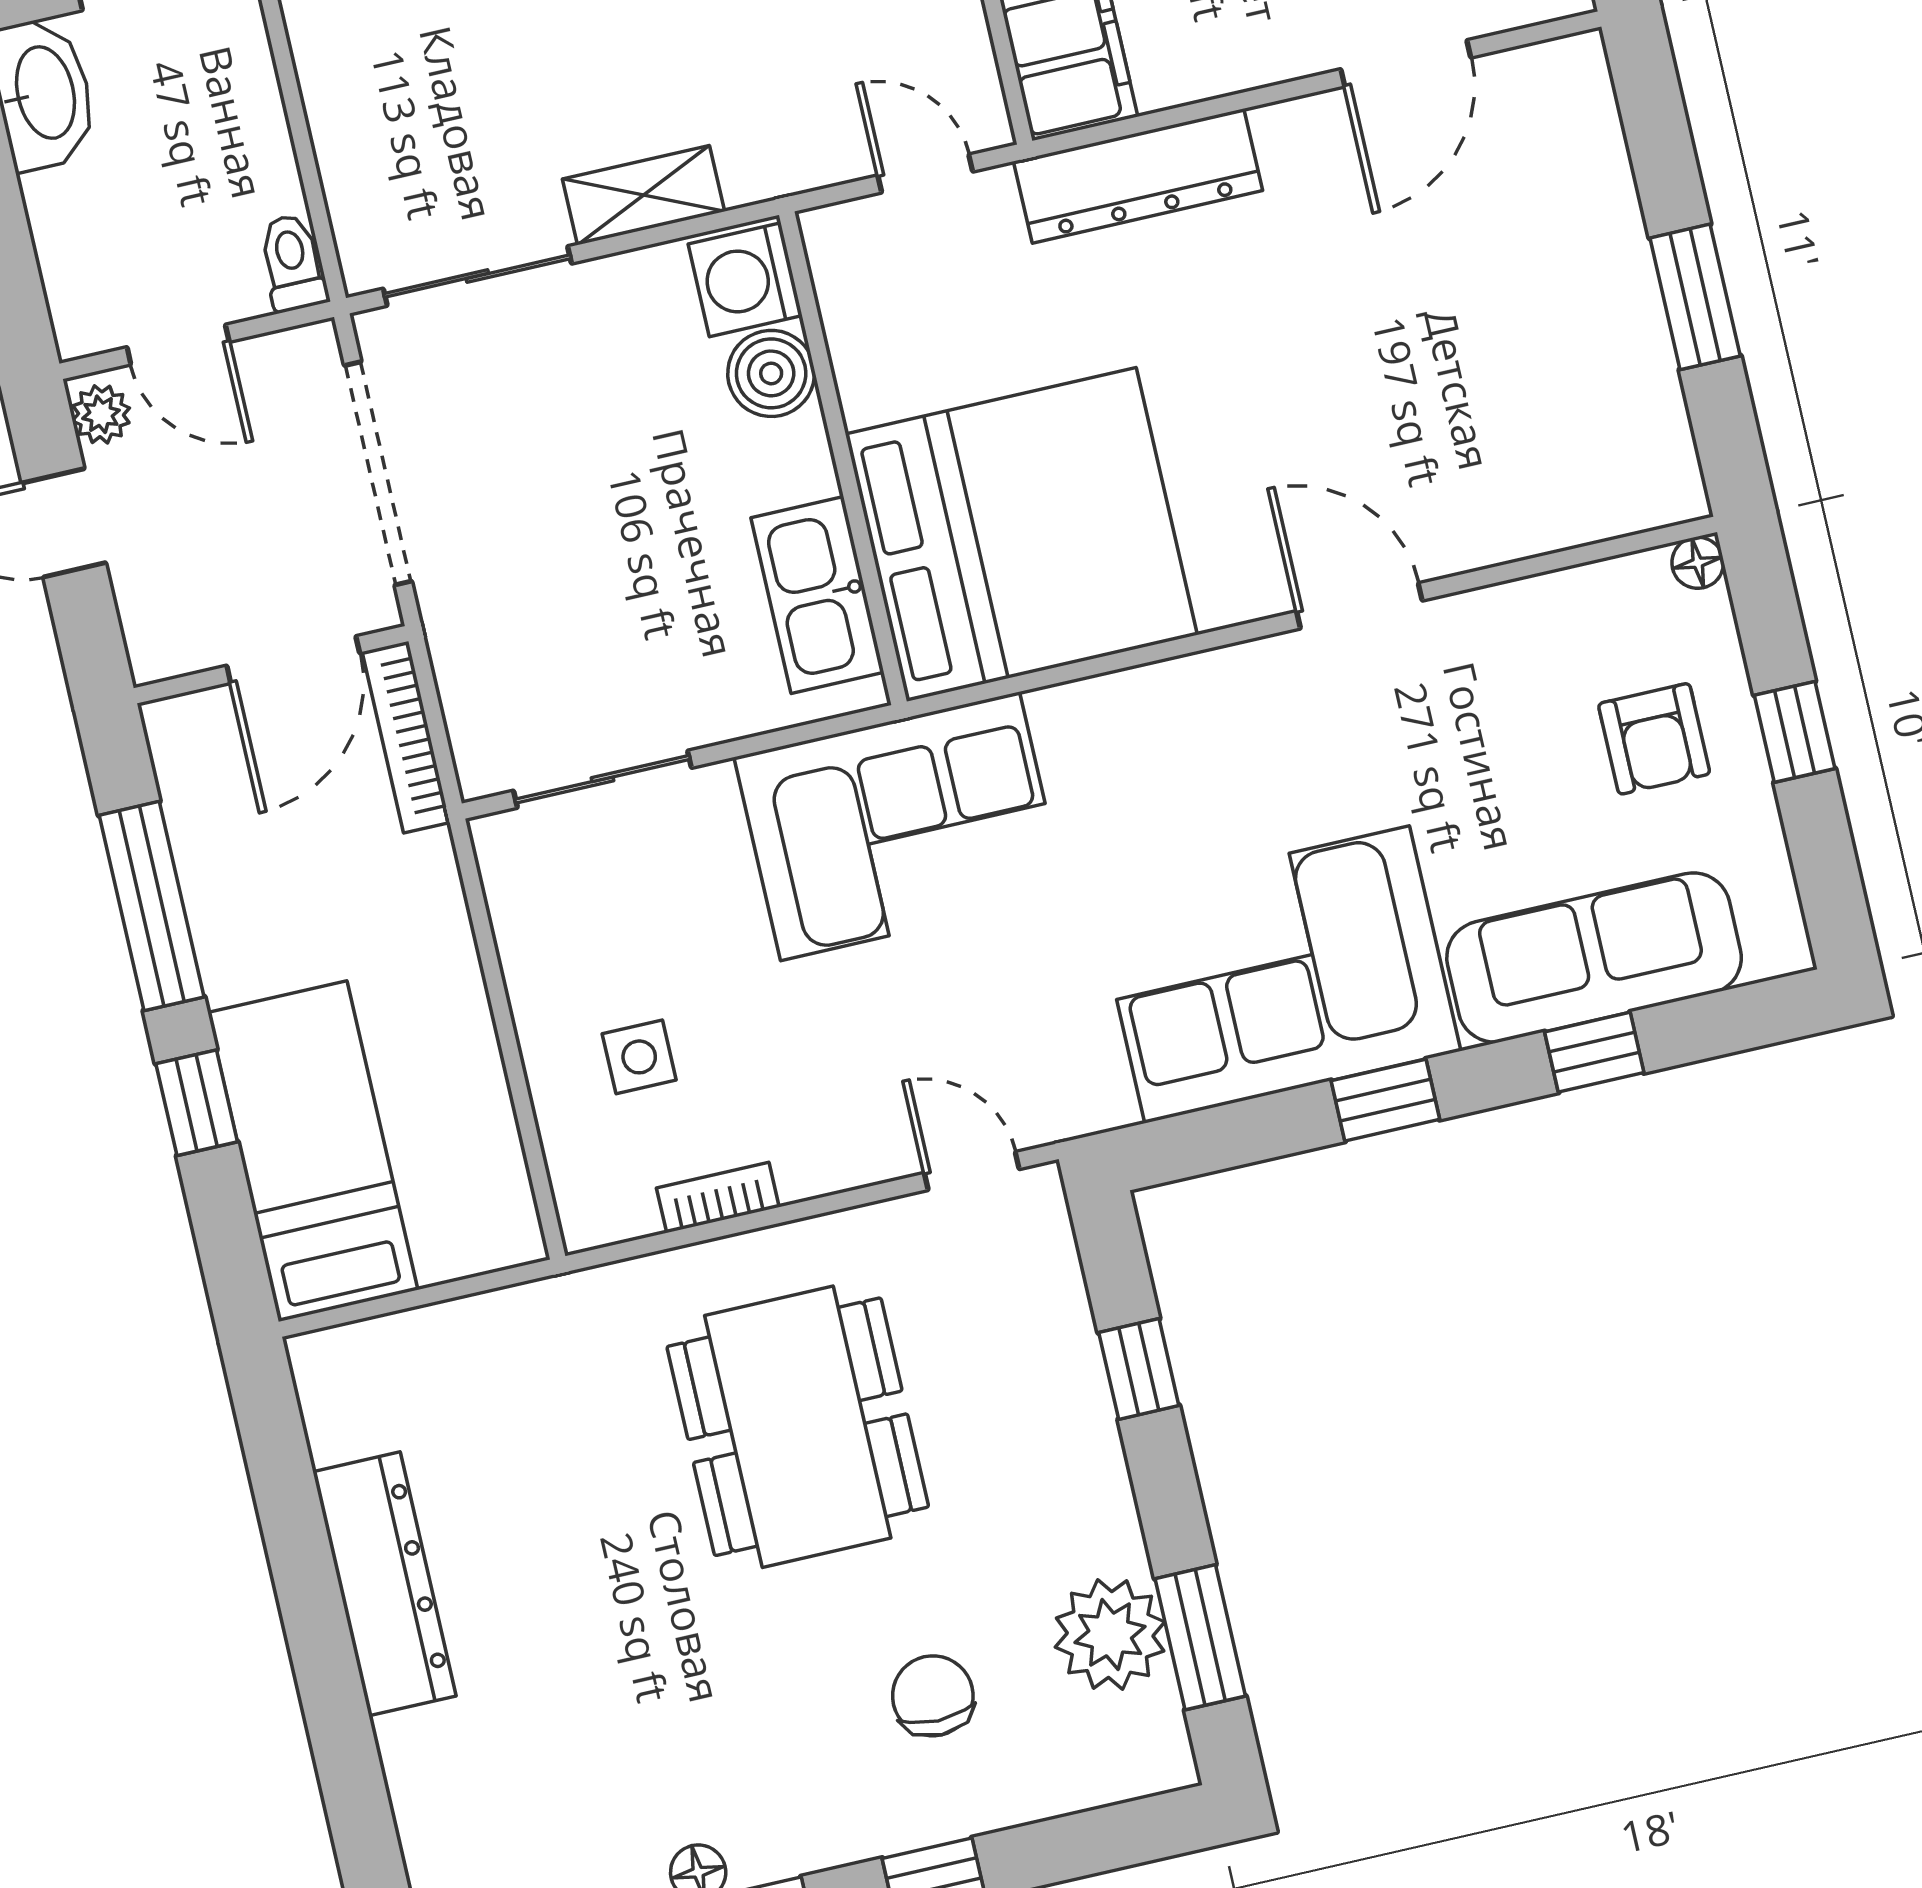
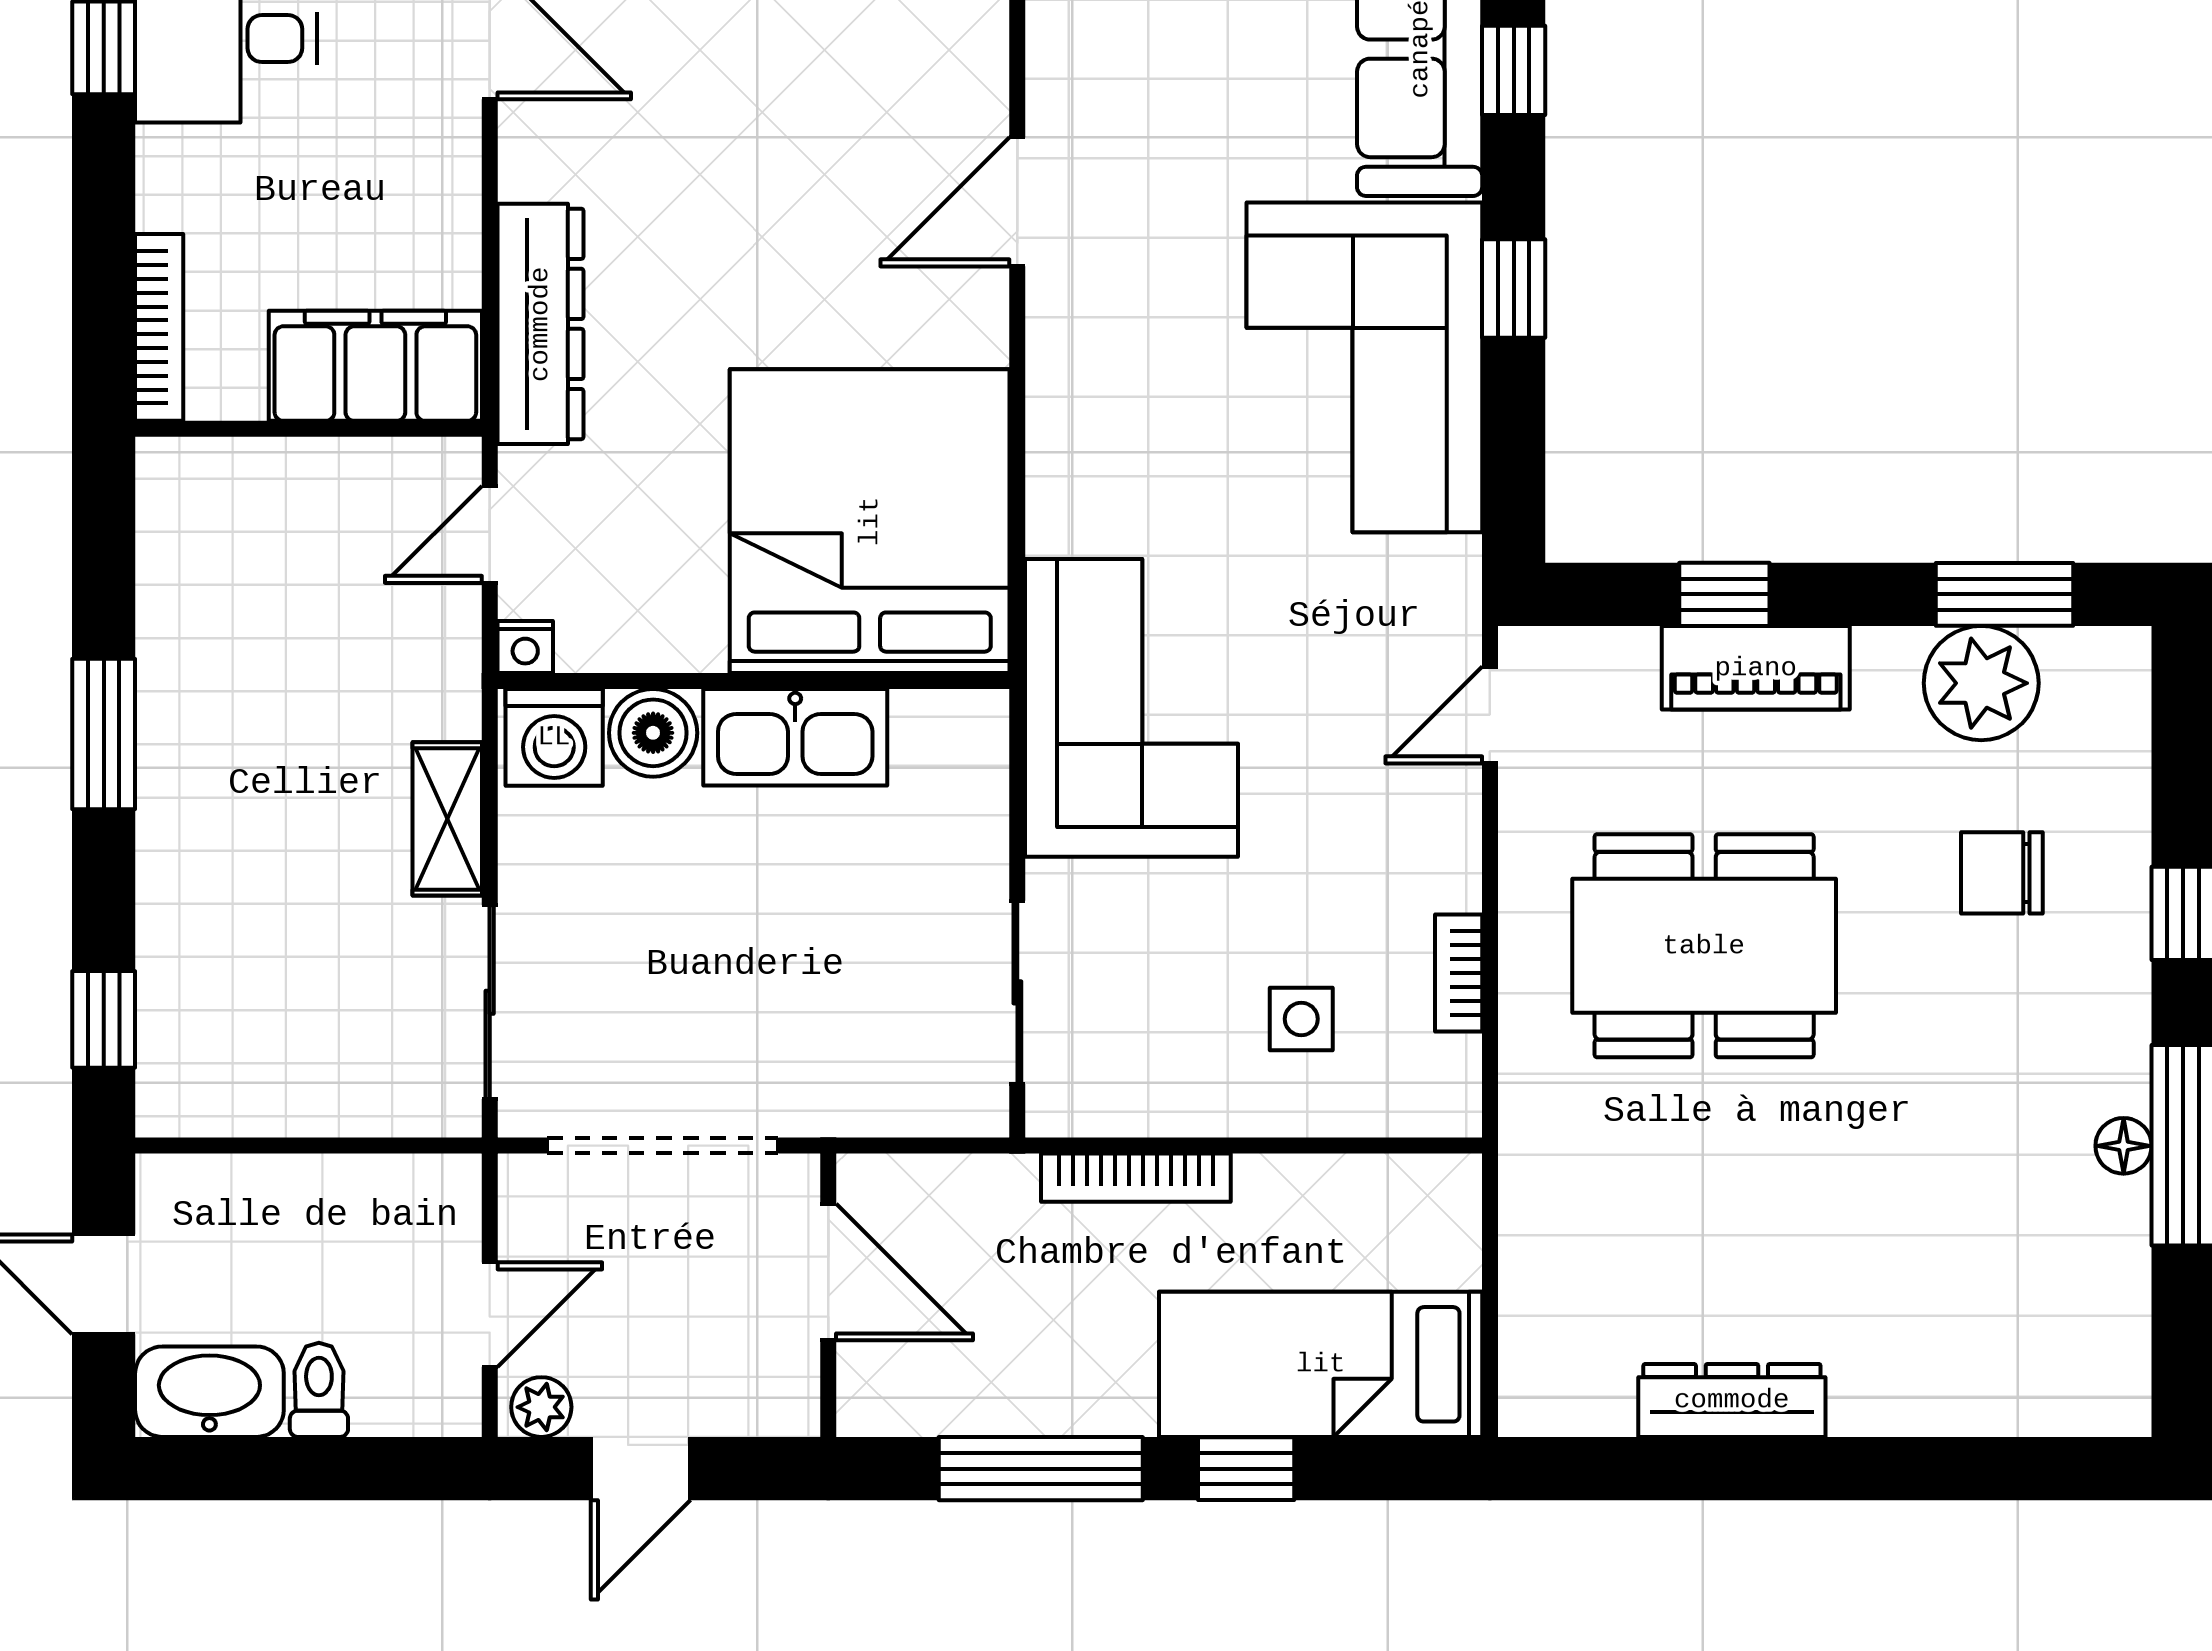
nightstand: (825, 232) -> (525, 647), added
toilet: (293, 263) -> (319, 1390), moved, turned 90
kitchen sink: (817, 595) -> (795, 737), moved
bookcase: (406, 737) -> (1136, 1178), moved
piano: (1075, 1415) -> (1756, 668), added
dresser: (384, 1584) -> (1732, 1400), width x0.73, depth x0.80

